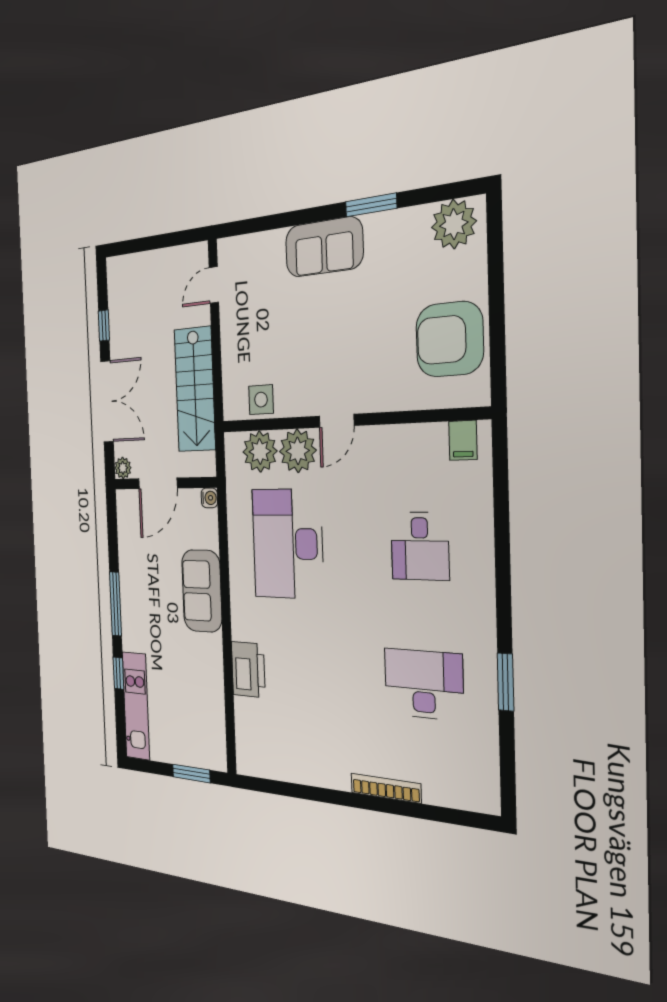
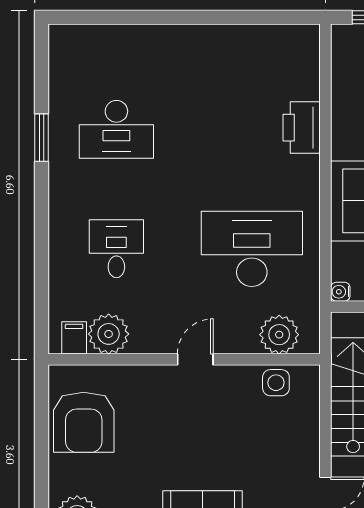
armchair: (449, 339) -> (84, 422), turned 90
plant: (298, 451) -> (109, 334), moved
desk: (288, 544) -> (252, 249), turned -90
bookcase: (386, 788) -> (156, 33), removed

